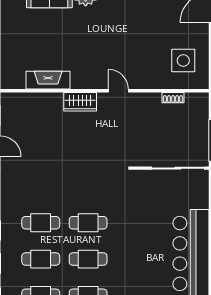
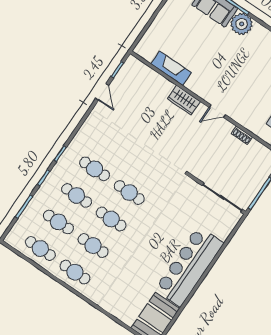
door: (118, 91) -> (217, 111), swing flipped
shoe rack: (173, 98) -> (242, 135), moved

